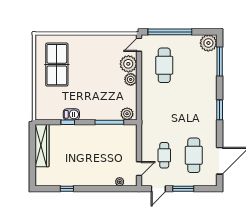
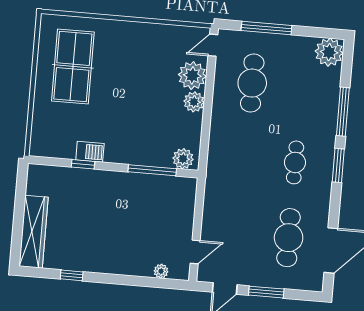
window: (170, 32) -> (266, 28), width x0.68
window: (220, 62) -> (343, 112), moved
wardrobe: (42, 146) -> (34, 232), moved
cafe table: (164, 155) -> (295, 162), moved

